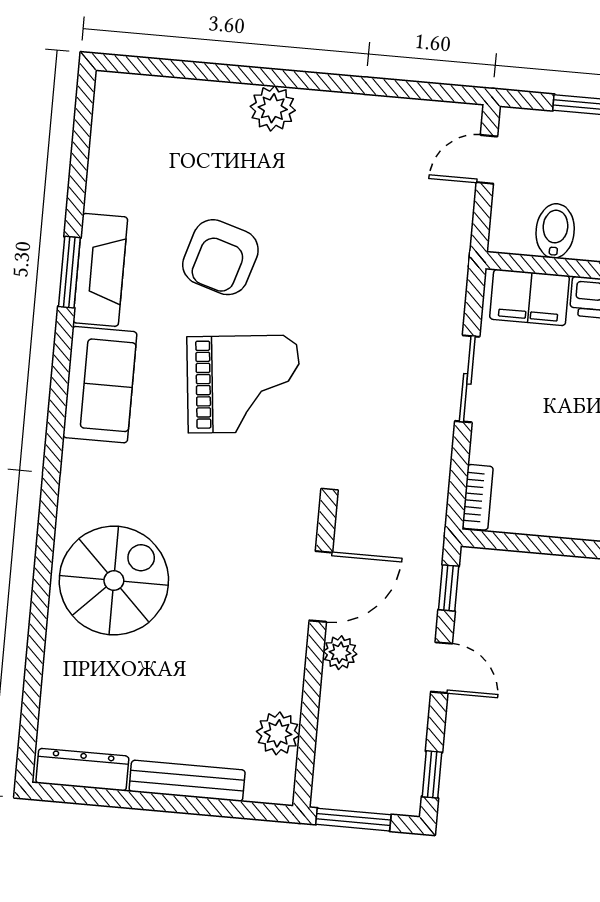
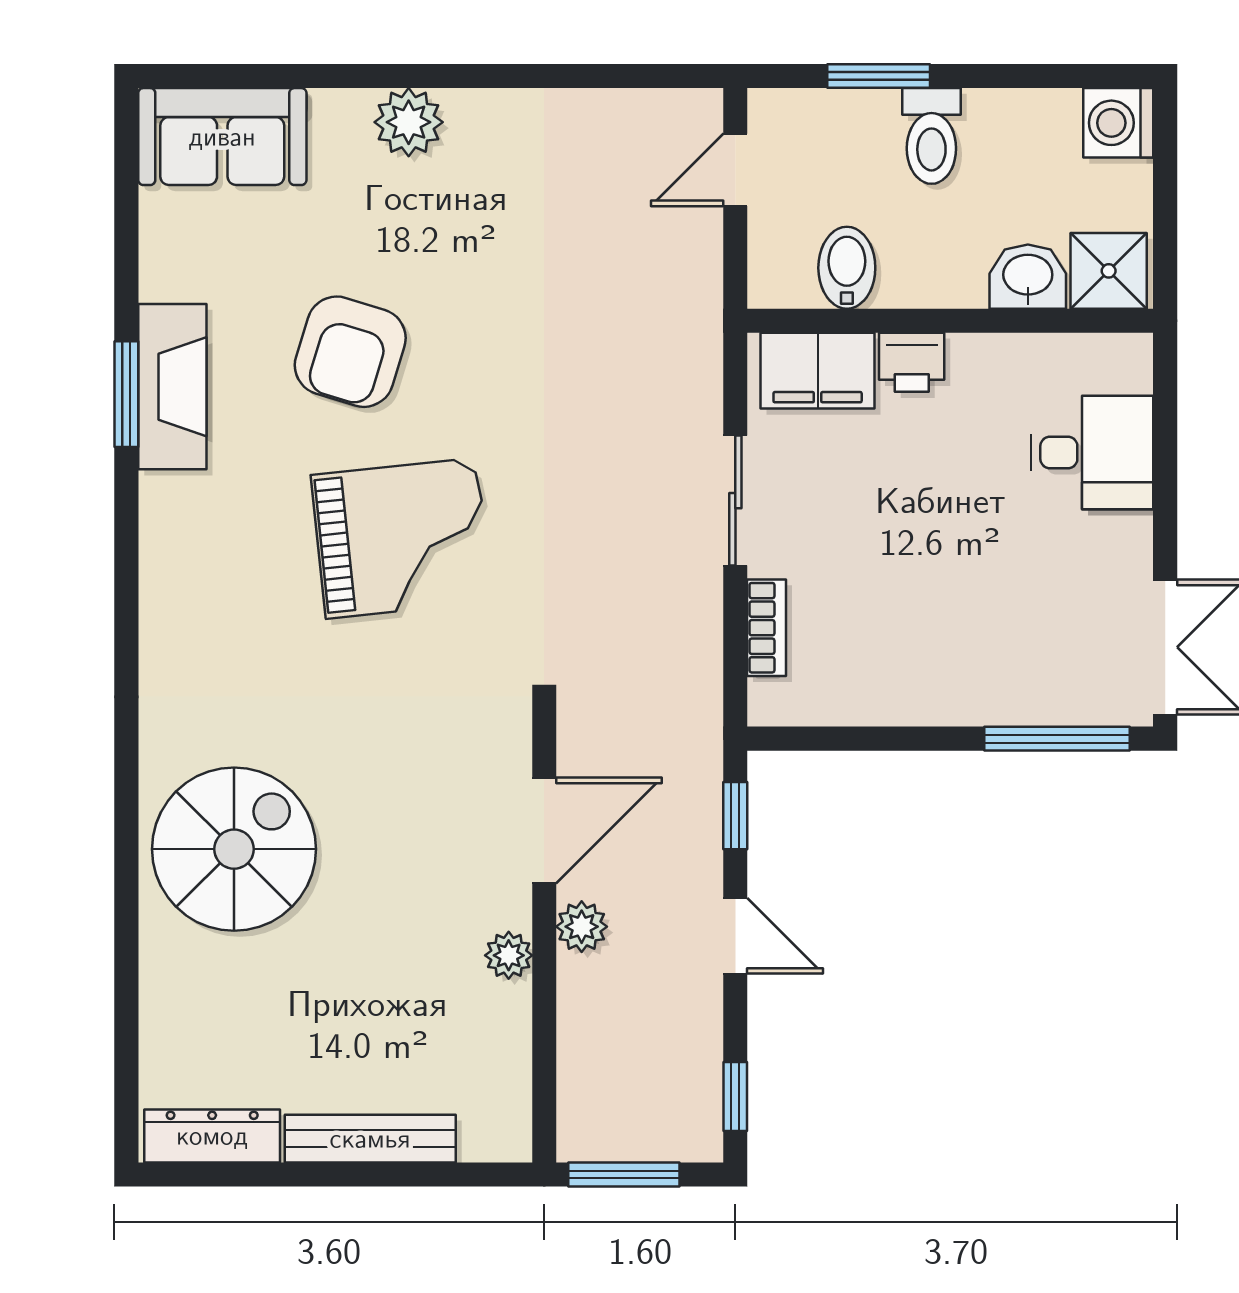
sofa: (100, 385) -> (222, 137), moved, turned 90
bookcase: (478, 497) -> (767, 628), moved
plant: (278, 733) -> (509, 955), moved, width x0.73, depth x0.73

